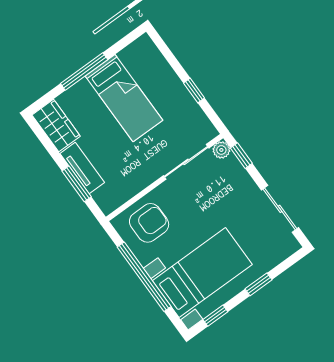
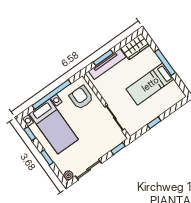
plant: (221, 150) -> (68, 175), moved
tv unit: (82, 168) -> (107, 64), width x1.41
armchair: (149, 223) -> (81, 97), turned 180

